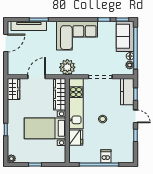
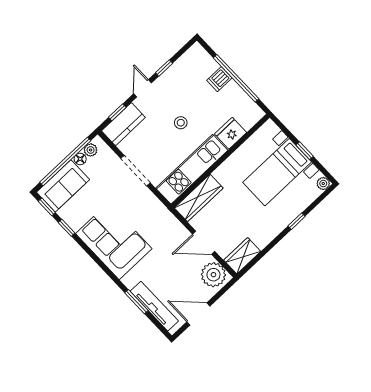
plant: (67, 67) -> (213, 275), moved
bed with nightstands: (45, 128) -> (277, 172), moved, turned 90

